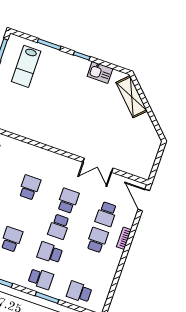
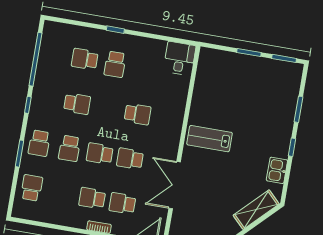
lab bench: (26, 66) -> (209, 139), moved
double door: (98, 165) -> (175, 185), width x1.37
school desk: (68, 201) -> (130, 159), turned 180
school desk: (97, 240) -> (92, 198), turned 180
school desk: (50, 253) -> (69, 148), turned 180

